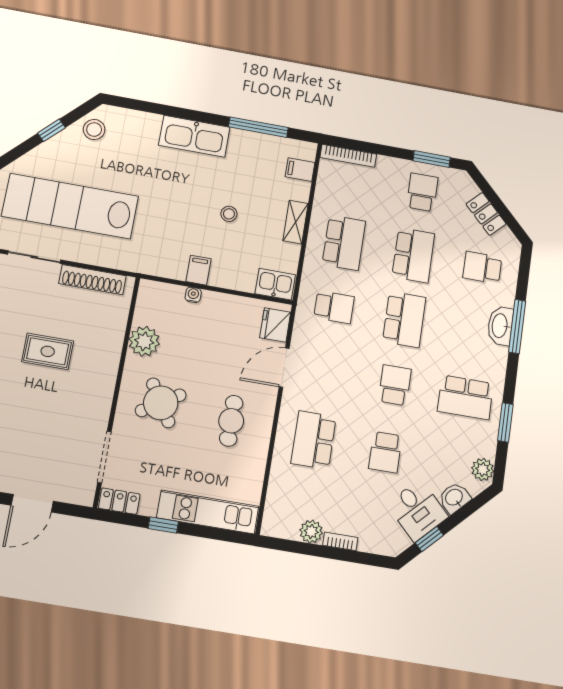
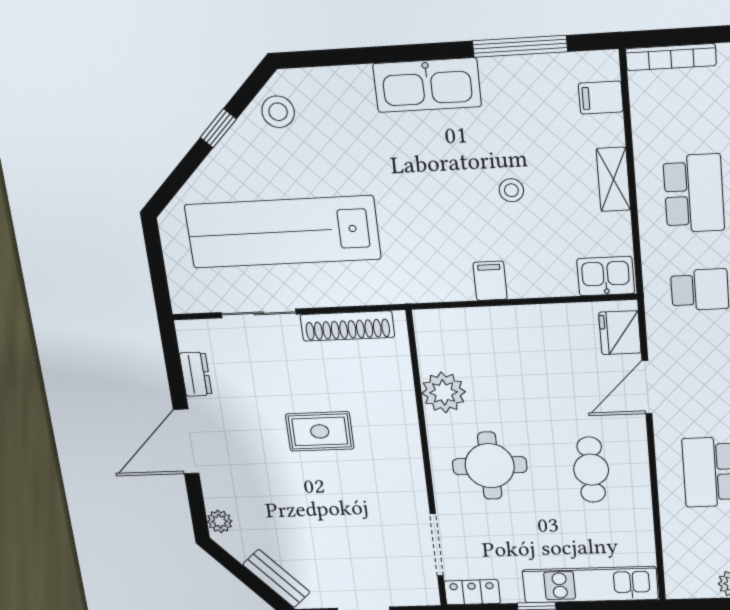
water cooler: (193, 295) -> (492, 316), removed
round table: (161, 403) -> (490, 466), turned 32

